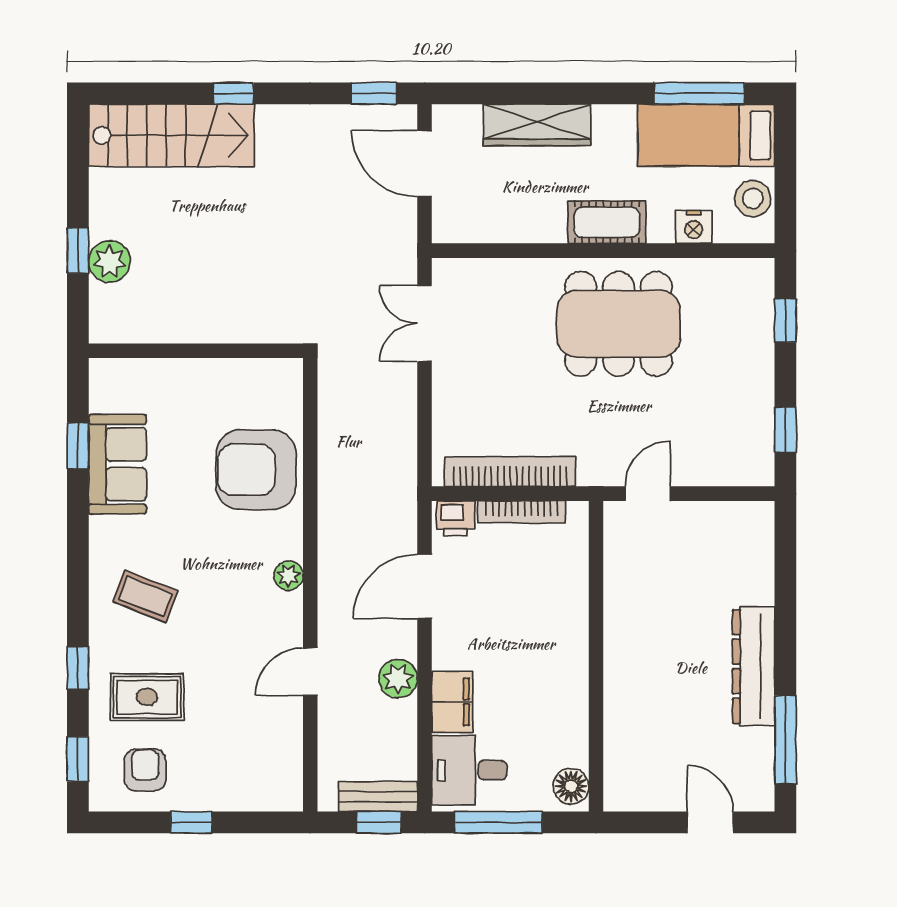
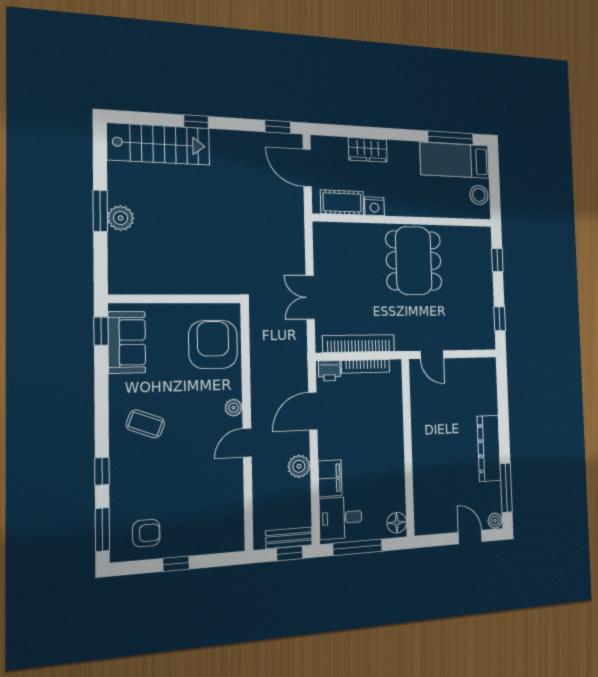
wardrobe: (537, 125) -> (368, 150), width x0.67
cot: (607, 222) -> (342, 202), moved
nightstand: (694, 227) -> (374, 206), moved
window: (78, 251) -> (100, 211), width x1.50
double door: (425, 324) -> (310, 297), moved
dining table: (618, 324) -> (414, 261), turned 90
wall: (196, 351) -> (176, 299), moved
armchair: (256, 470) -> (213, 344), turned 90
door: (648, 494) -> (432, 355), swing flipped
door: (310, 672) -> (247, 443), moved
rug: (147, 697) -> (147, 487), removed
window: (78, 759) -> (102, 530), width x1.50
armchair: (145, 770) -> (146, 533), turned 90
plant: (760, 797) -> (495, 521), added

